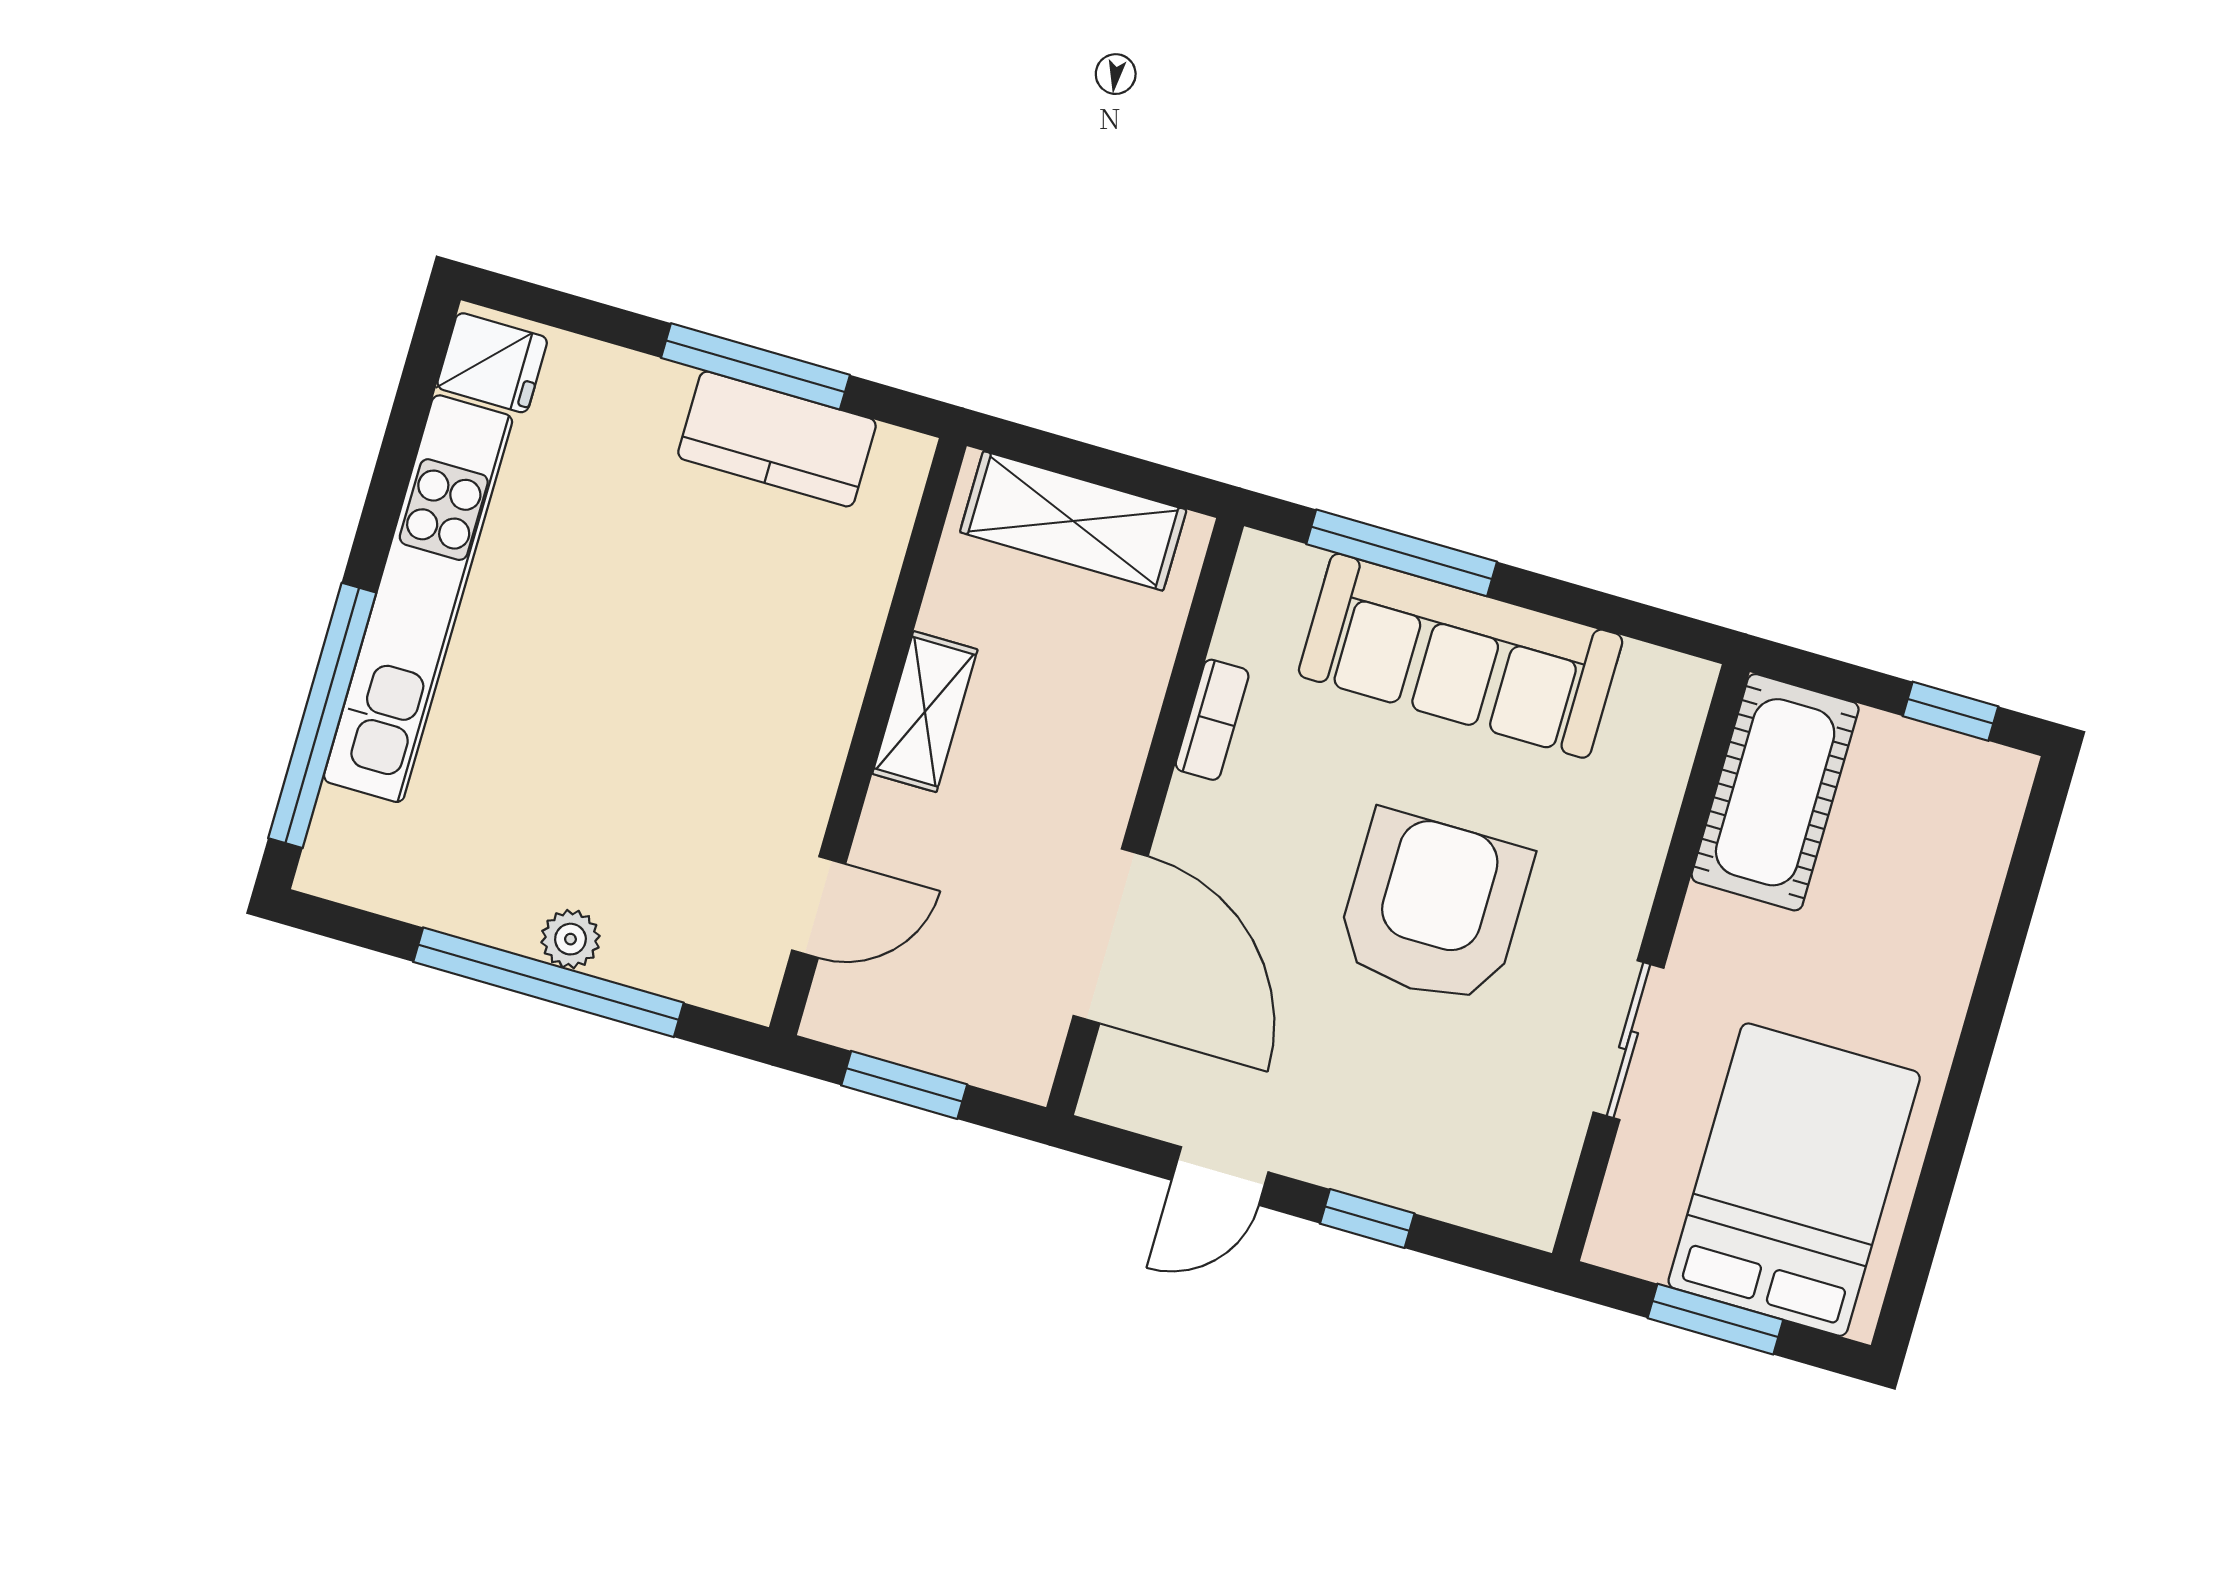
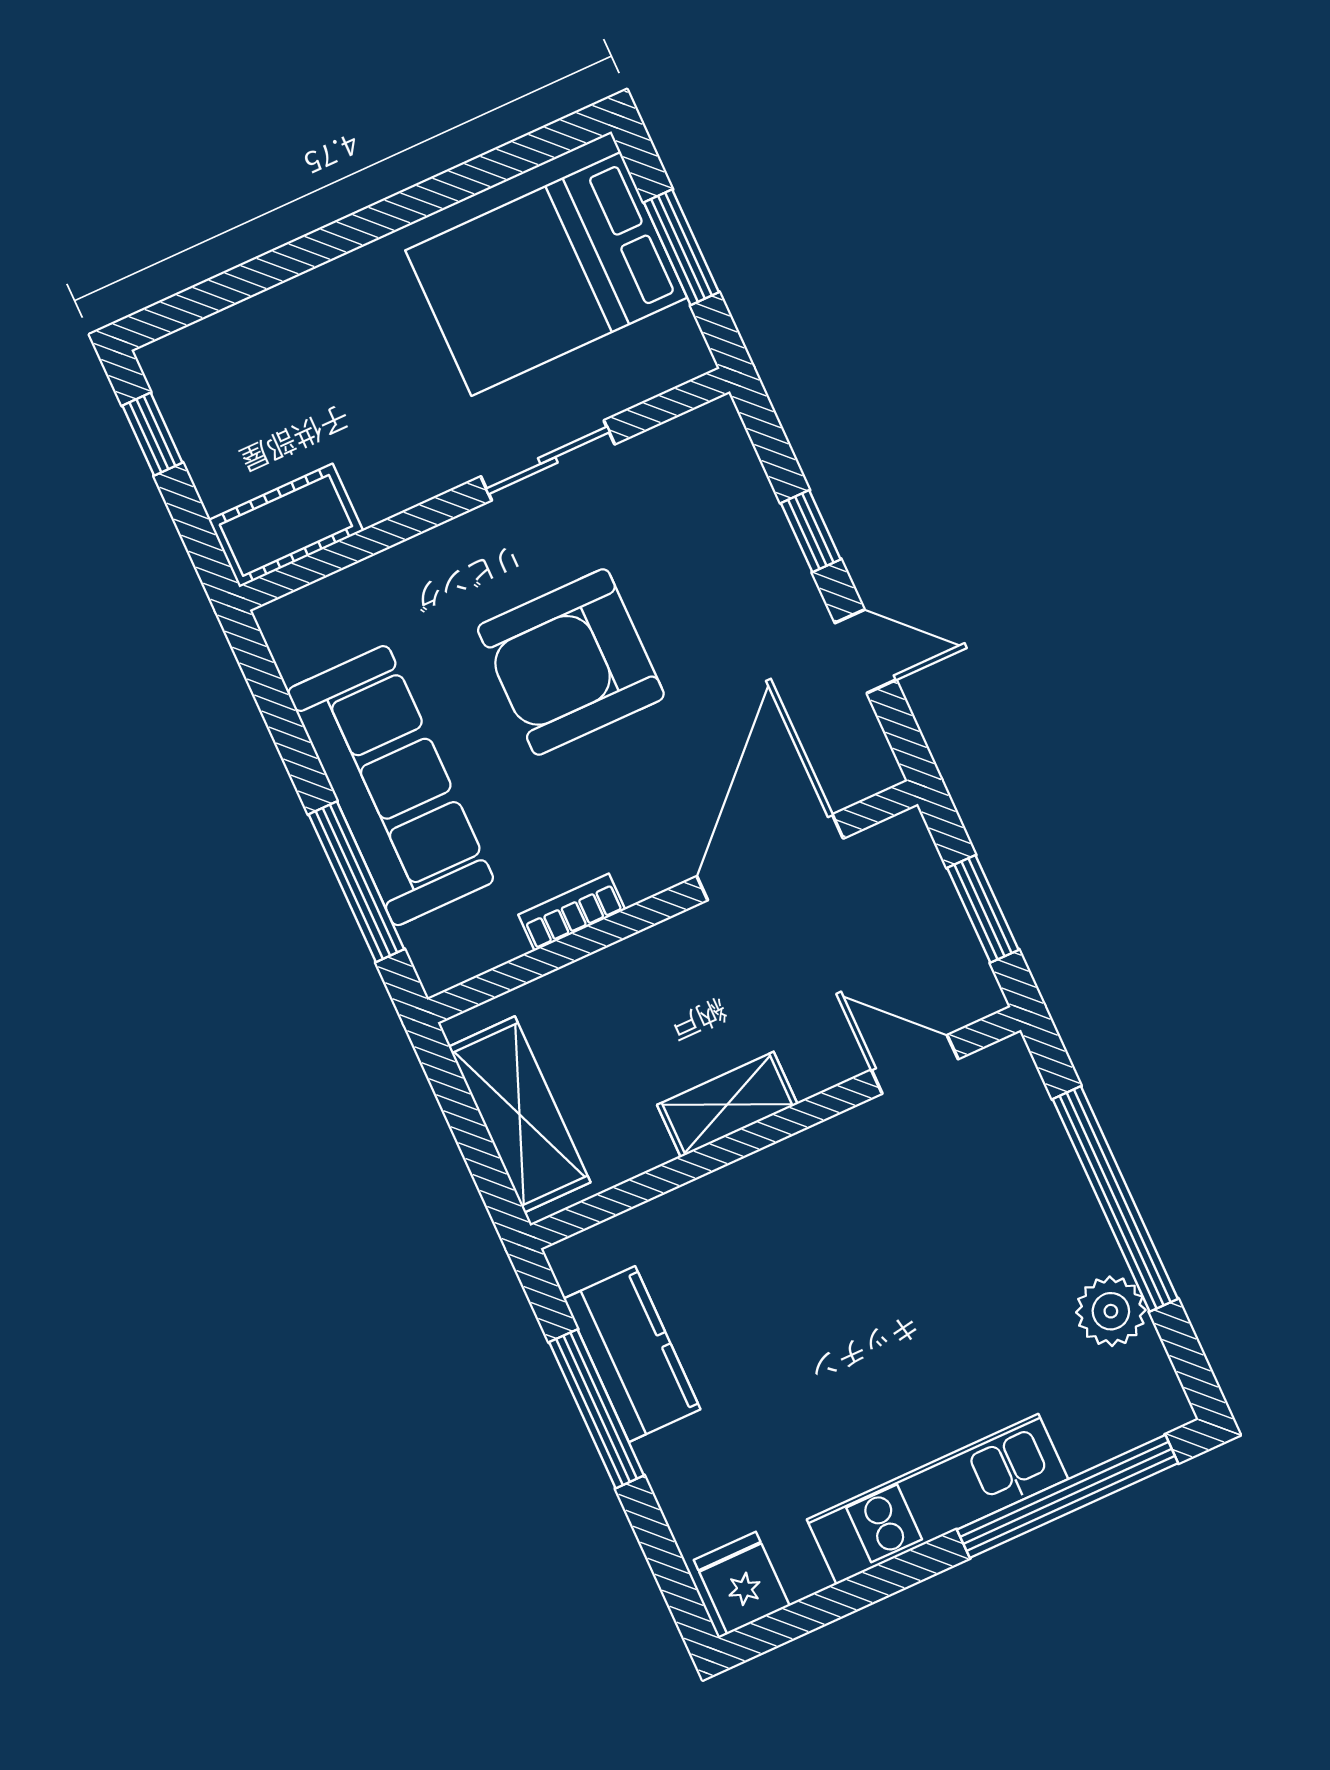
kitchen unit: (418, 599) -> (938, 1499), width x0.73
cot: (1775, 792) -> (286, 525), width x0.73, depth x0.75
plant: (570, 939) -> (1111, 1311), moved, width x1.38, depth x1.38

